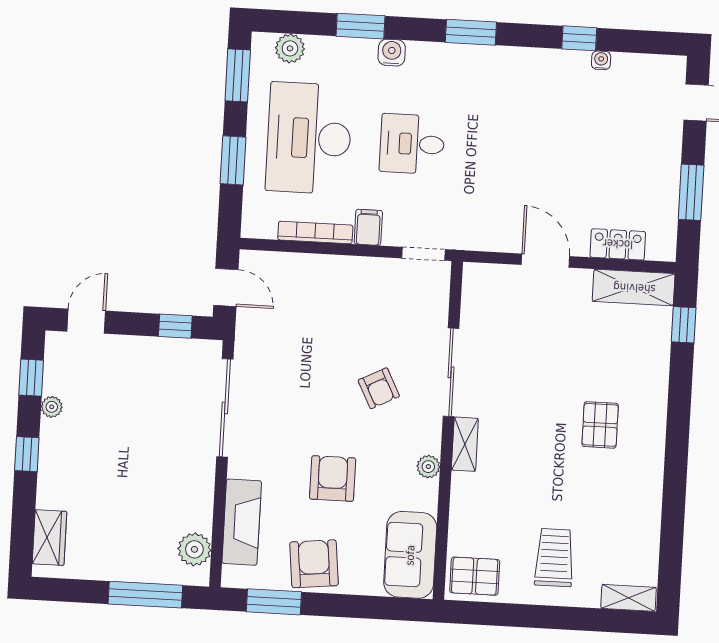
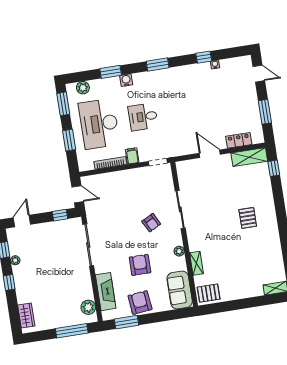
shelving: (465, 444) -> (196, 263), moved
trolley: (554, 558) -> (241, 278), removed

